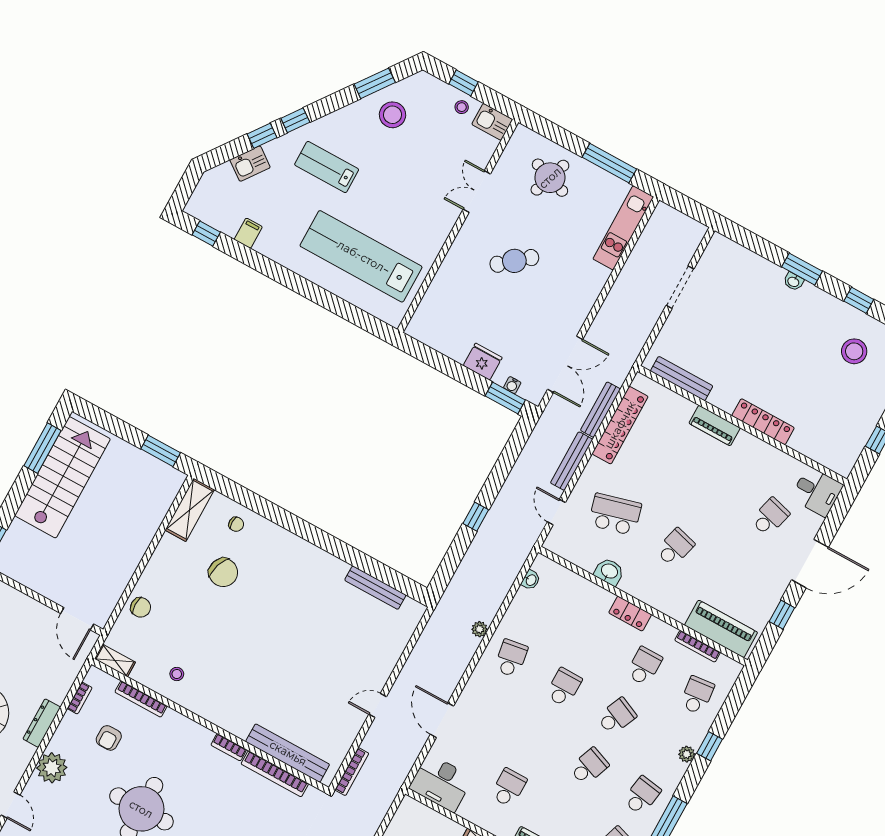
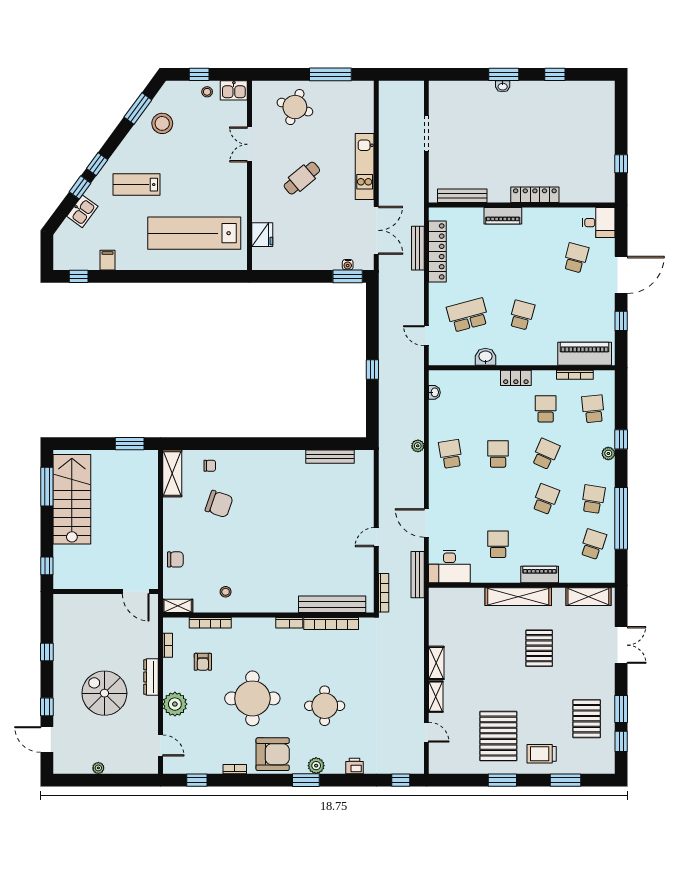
kitchen unit: (623, 228) -> (365, 166), moved
stool: (854, 351) -> (571, 111), removed
fridge: (483, 362) -> (262, 235), moved, turned 90
bench: (572, 461) -> (418, 575), moved

